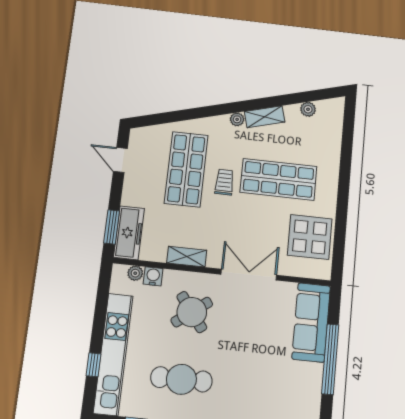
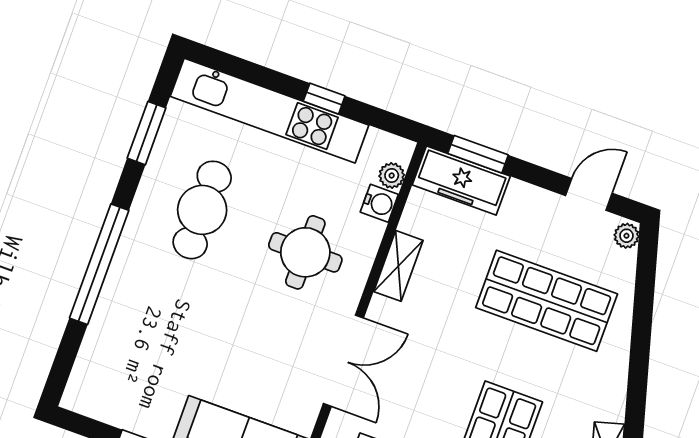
plant: (237, 119) -> (626, 236), moved
trolley: (224, 182) -> (509, 359), removed
round table: (192, 312) -> (305, 252), turned 37
window: (93, 365) -> (324, 99), moved

